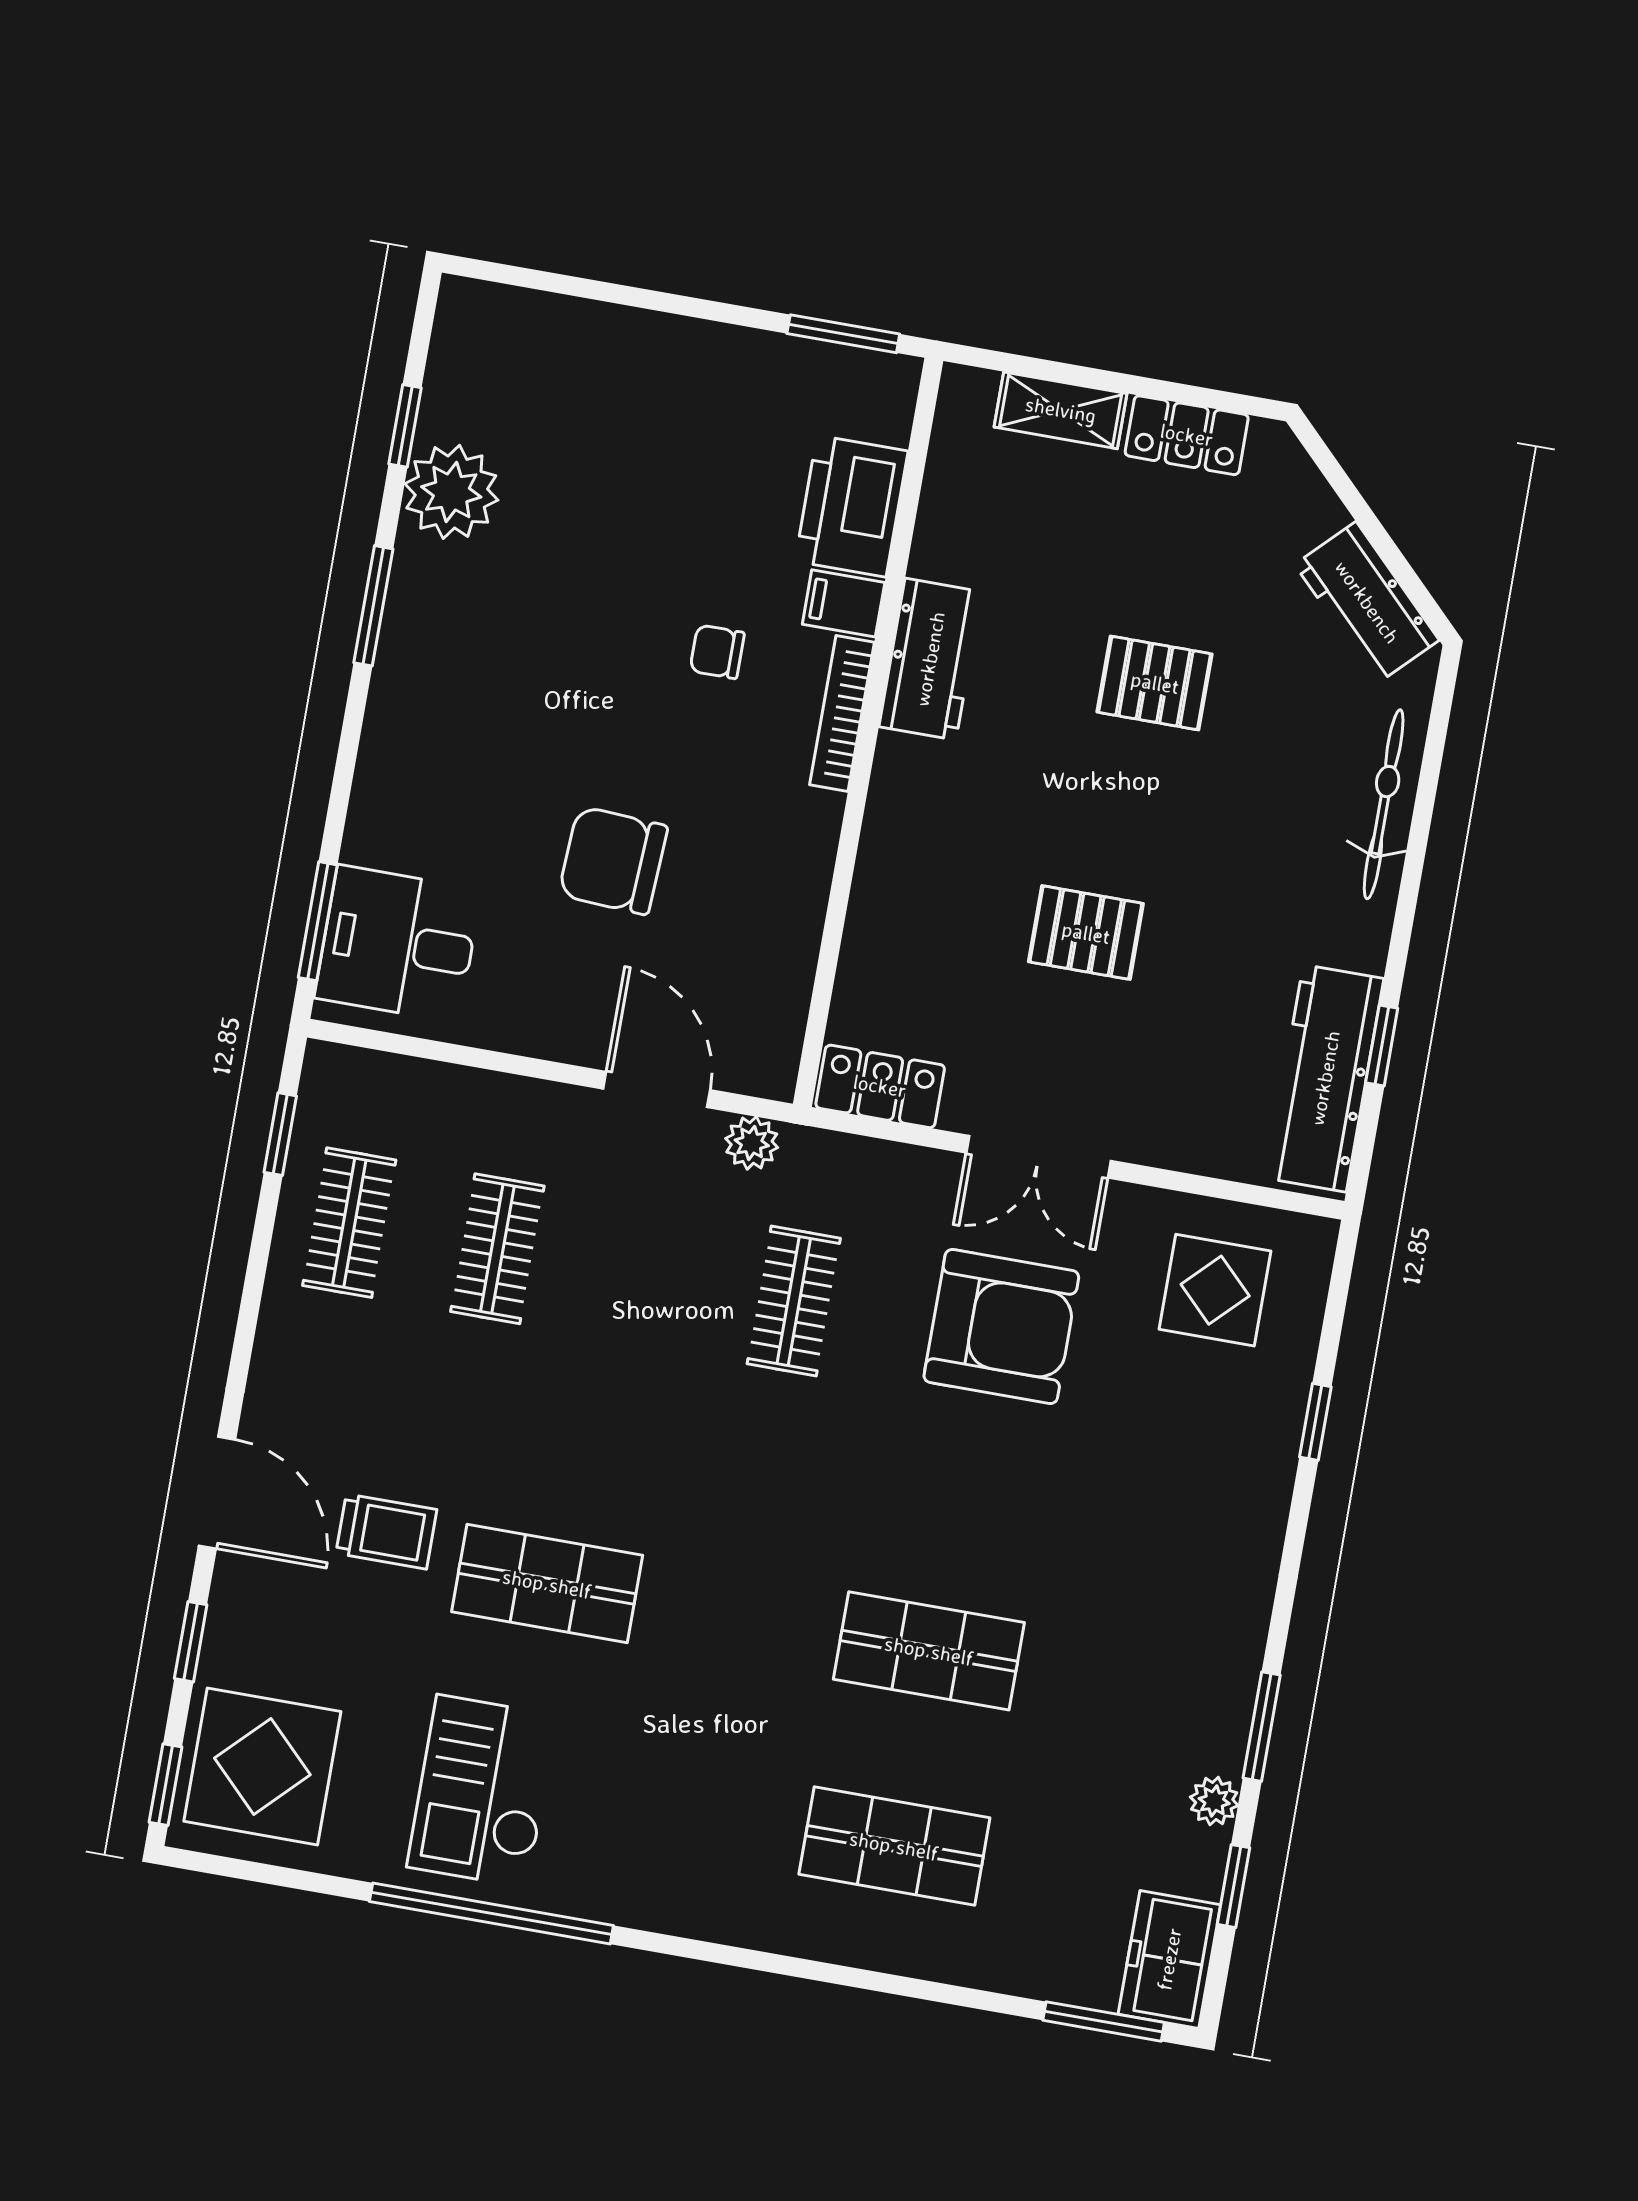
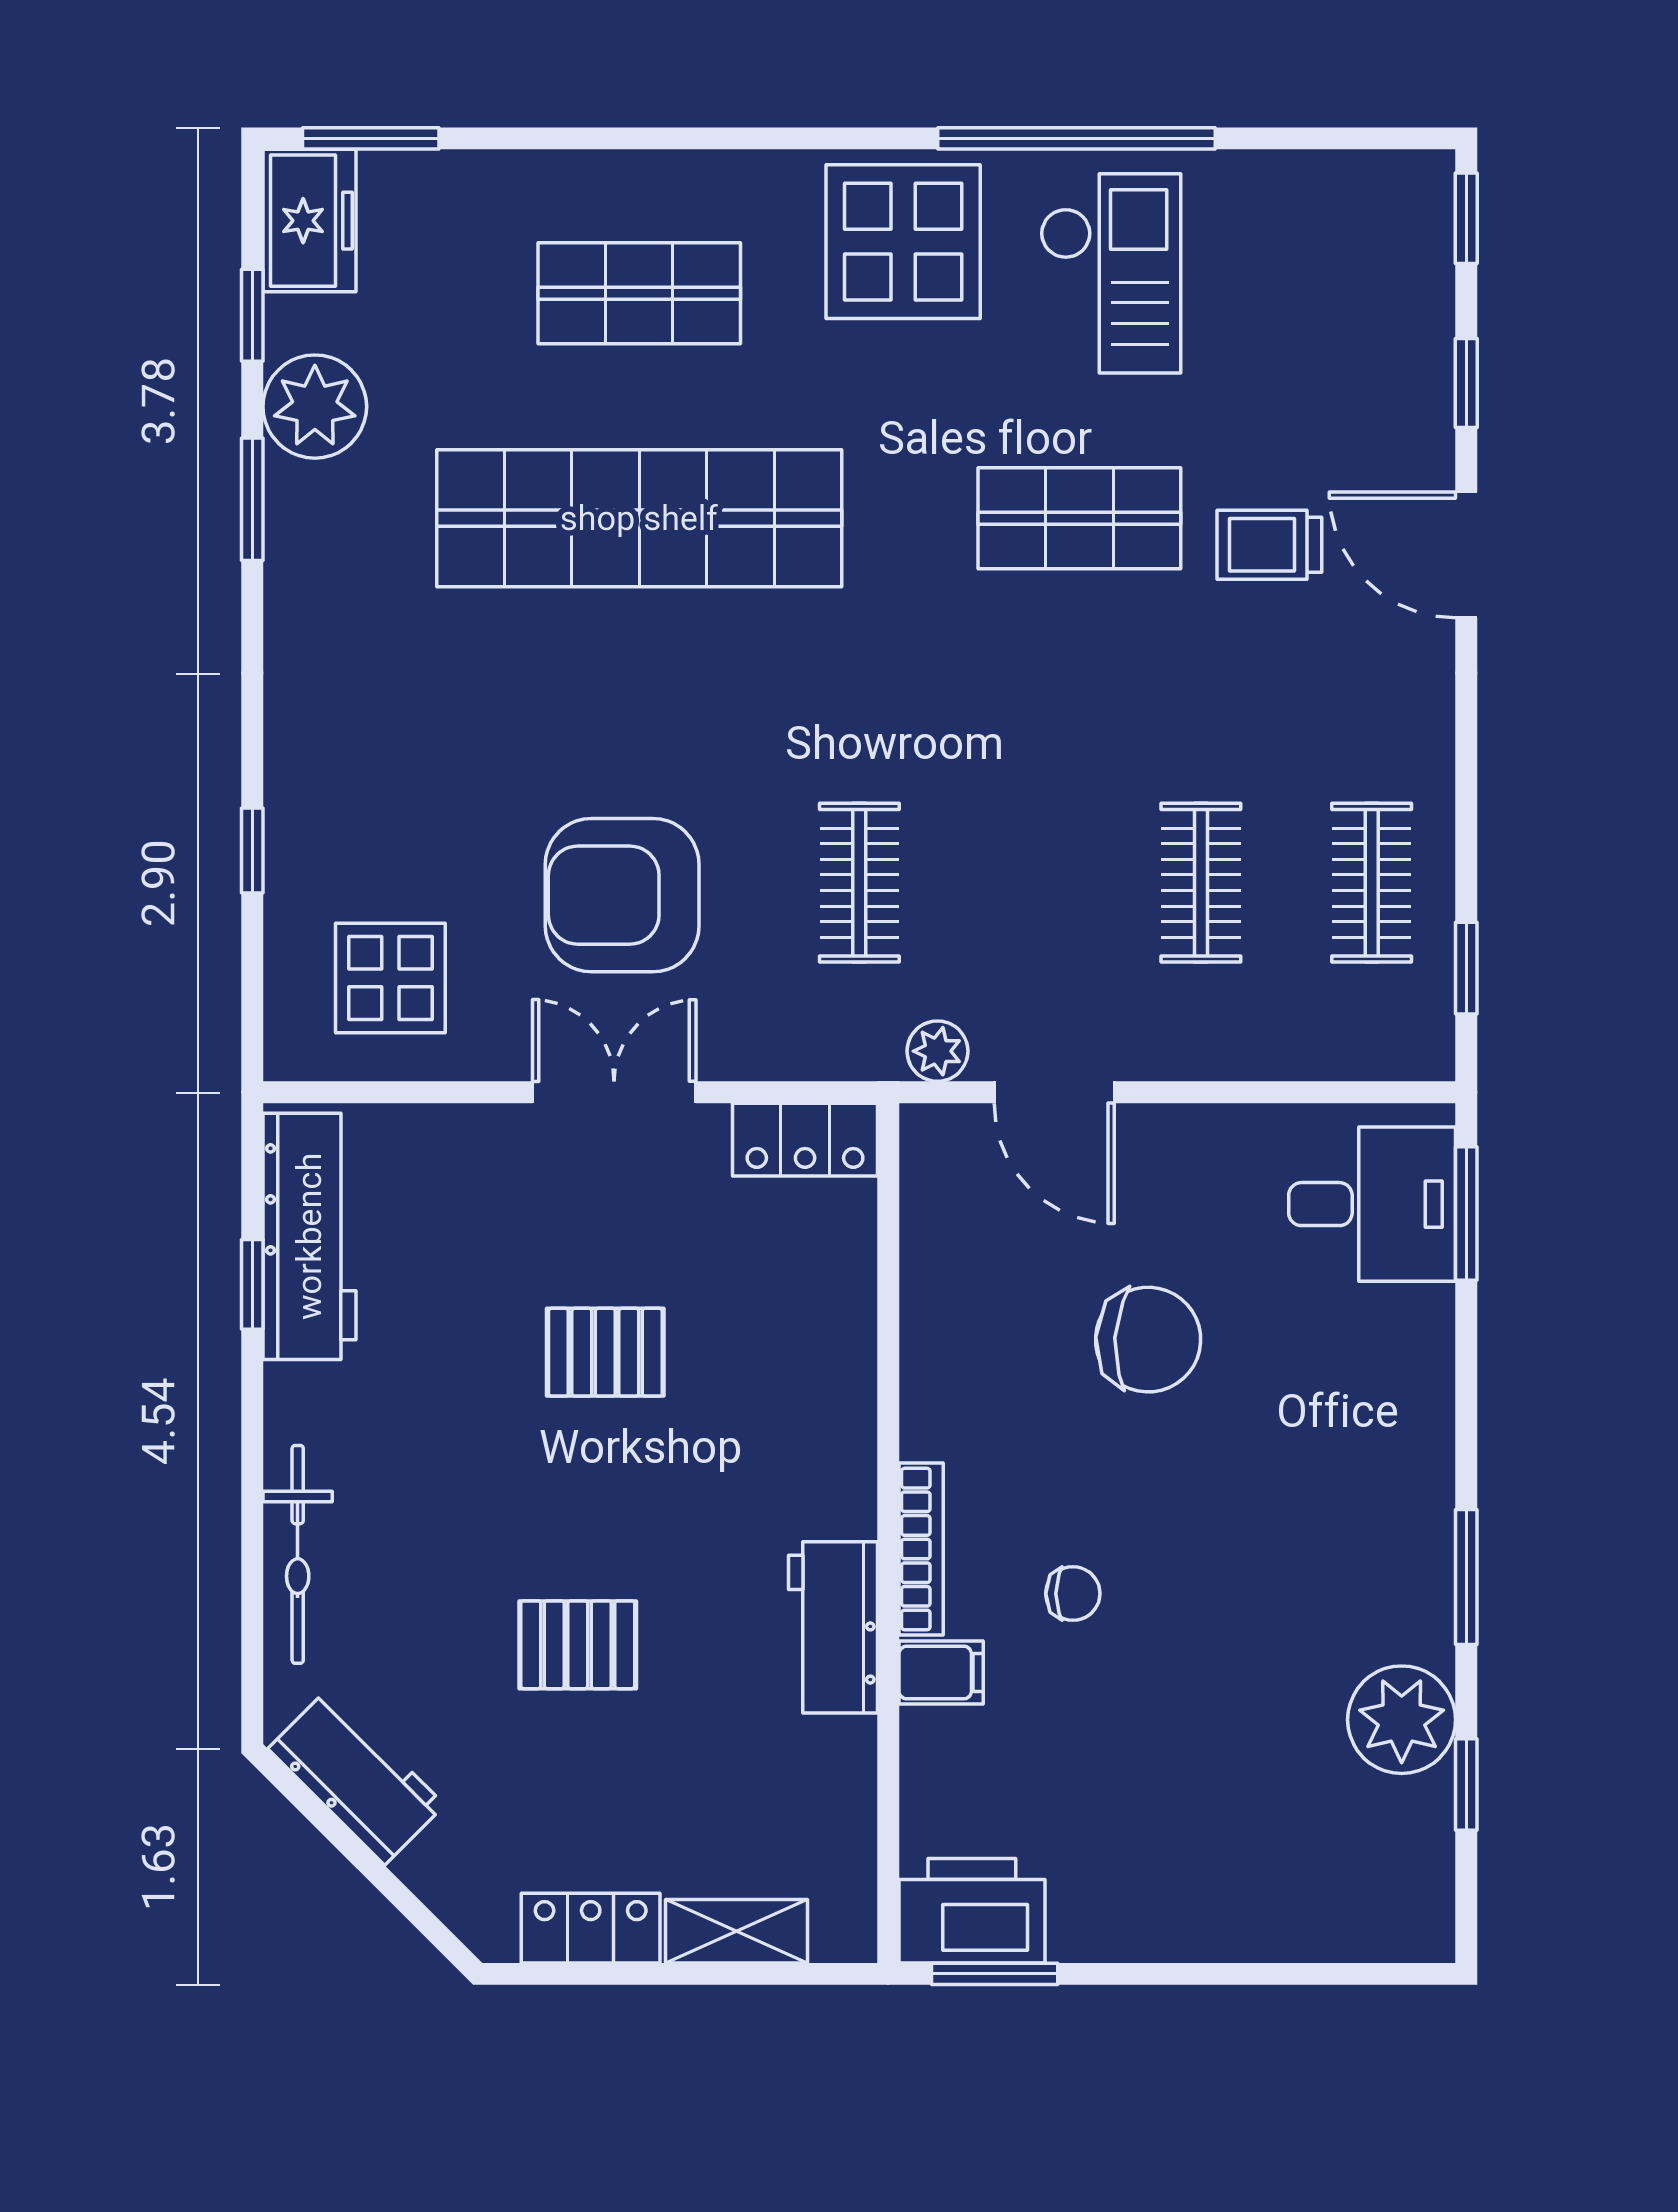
printer: (851, 506) -> (972, 1911), moved, turned -90
shop shelf: (929, 1651) -> (639, 518), width x2.00, depth x1.36
display table: (262, 1766) -> (903, 242), moved
plant: (1214, 1801) -> (315, 407), width x1.88, depth x1.88

